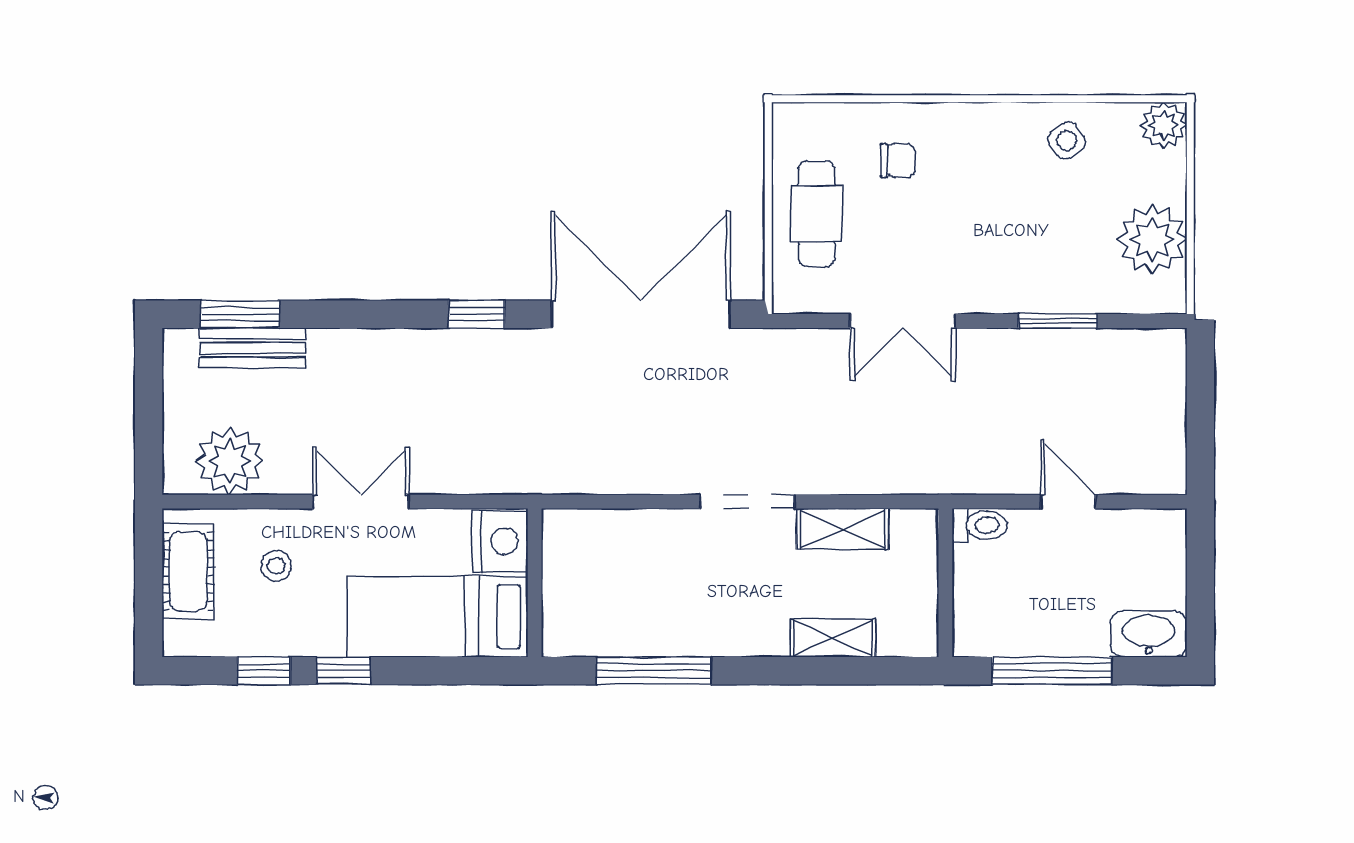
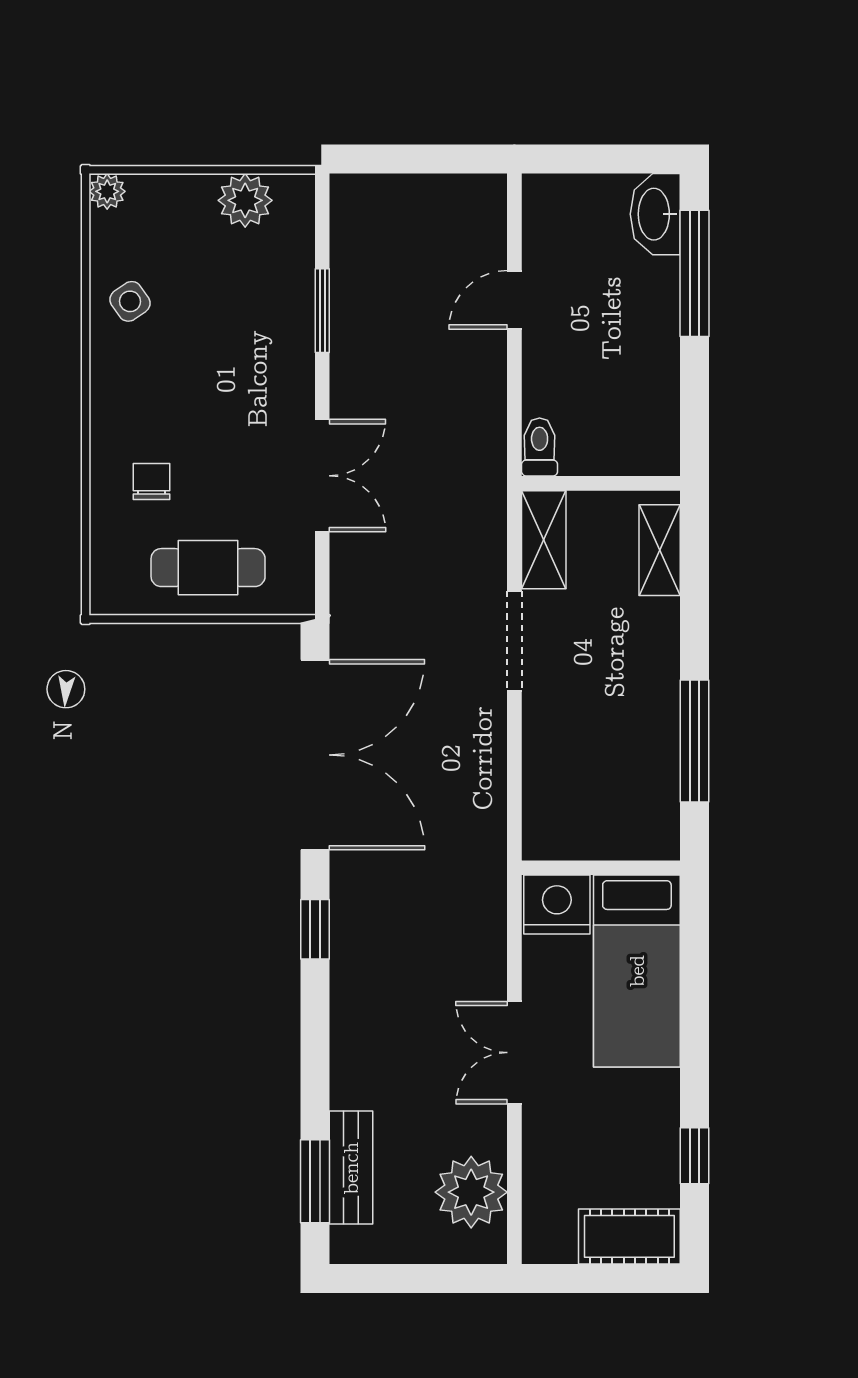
plant: (1164, 125) -> (107, 191), width x0.73, depth x0.73
plant: (1152, 239) -> (245, 200), width x0.73, depth x0.73
double door: (641, 314) -> (315, 755), swing flipped
toilet: (980, 525) -> (540, 447), moved
stool: (276, 566) -> (583, 1143), removed
cot: (188, 571) -> (629, 1236), moved
wall: (945, 583) -> (601, 483), moved
window: (343, 671) -> (695, 1071), removed
window: (1052, 671) -> (695, 273), moved

